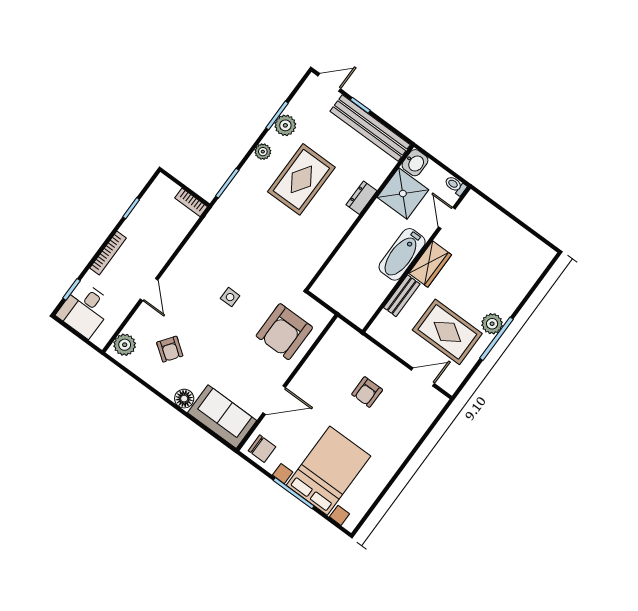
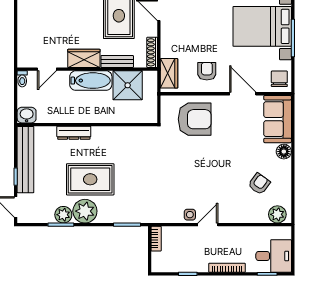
plant: (263, 152) -> (85, 211), width x1.88, depth x1.88
shower: (403, 194) -> (128, 85), moved
dresser: (361, 198) -> (74, 133), width x1.44
door: (149, 290) -> (208, 225), moved
side table: (230, 297) -> (190, 215), moved
shoe rack: (385, 338) -> (152, 52), added
wardrobe: (351, 340) -> (169, 73), added
armchair: (367, 392) -> (207, 71), moved, turned -90

